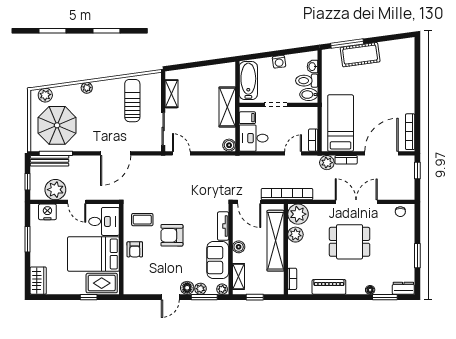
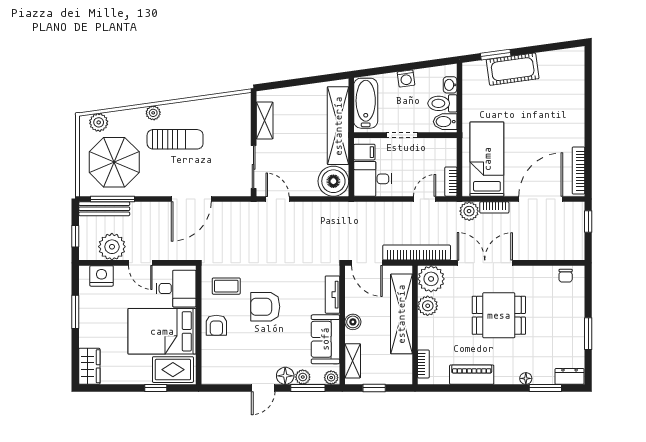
window: (347, 44) -> (496, 55), width x0.69
sun lounger: (132, 101) -> (175, 139), moved, turned 90
shelving: (227, 107) -> (338, 126), width x1.47
boiler: (229, 145) -> (333, 181), width x1.86, depth x1.86
double door: (356, 202) -> (485, 263), moved

